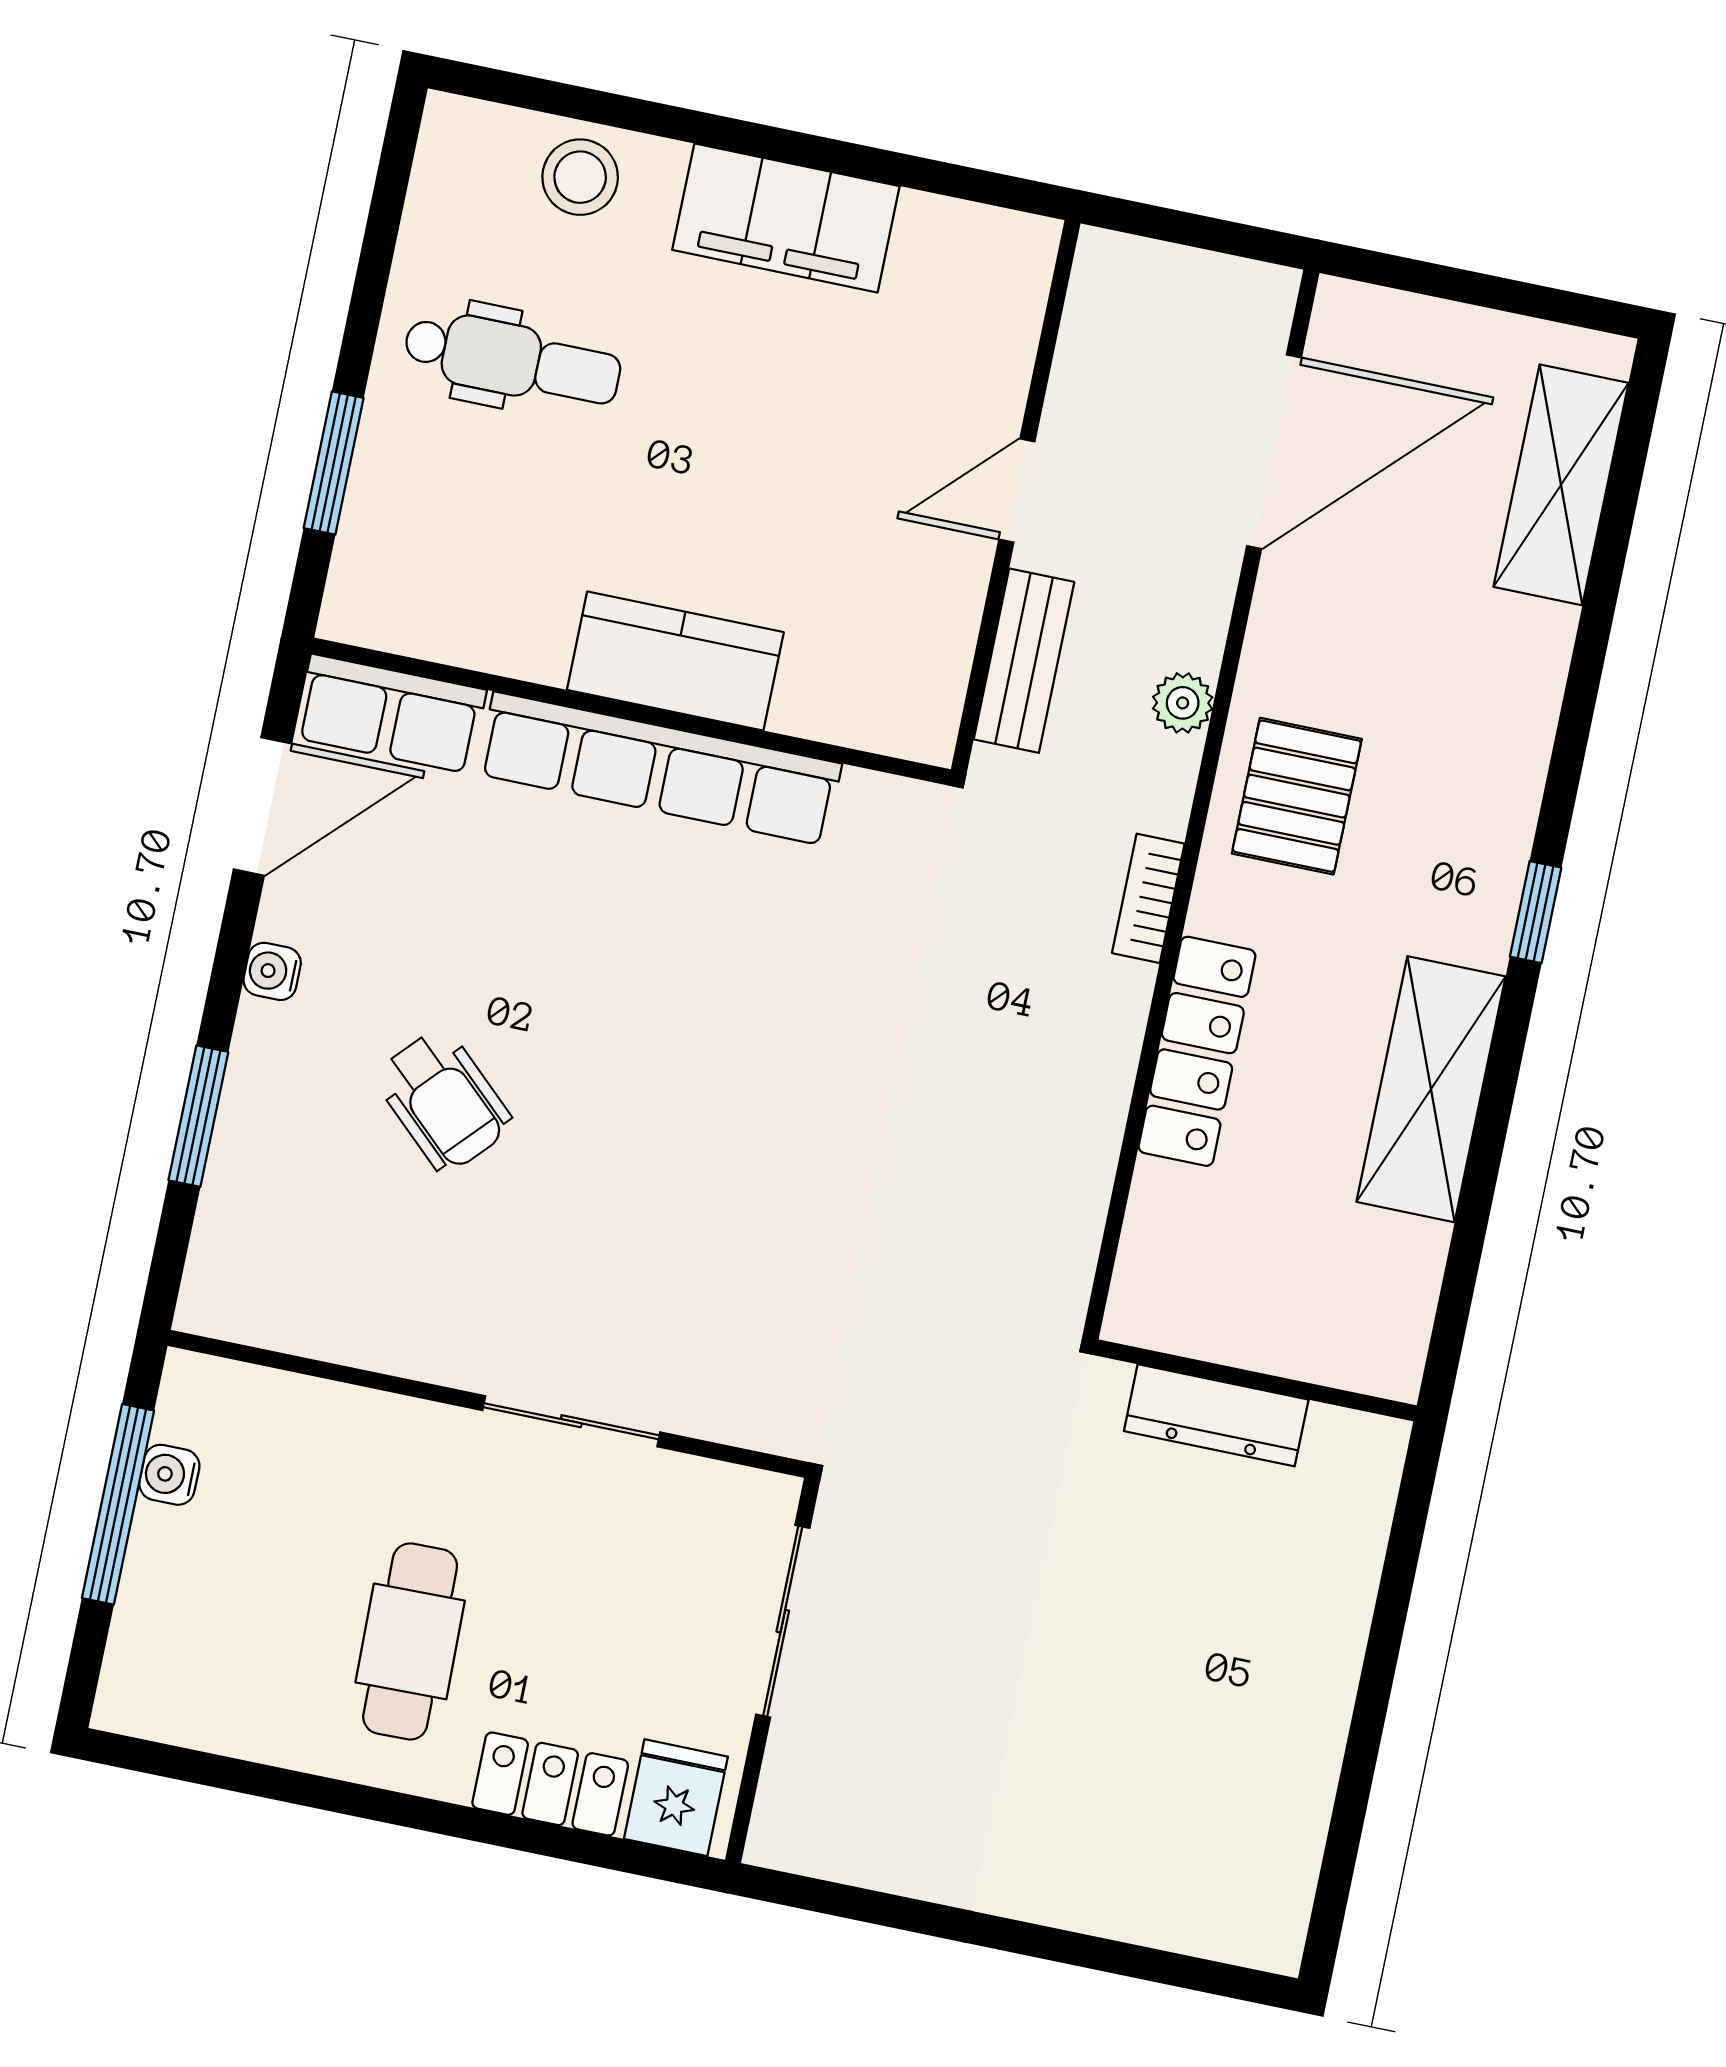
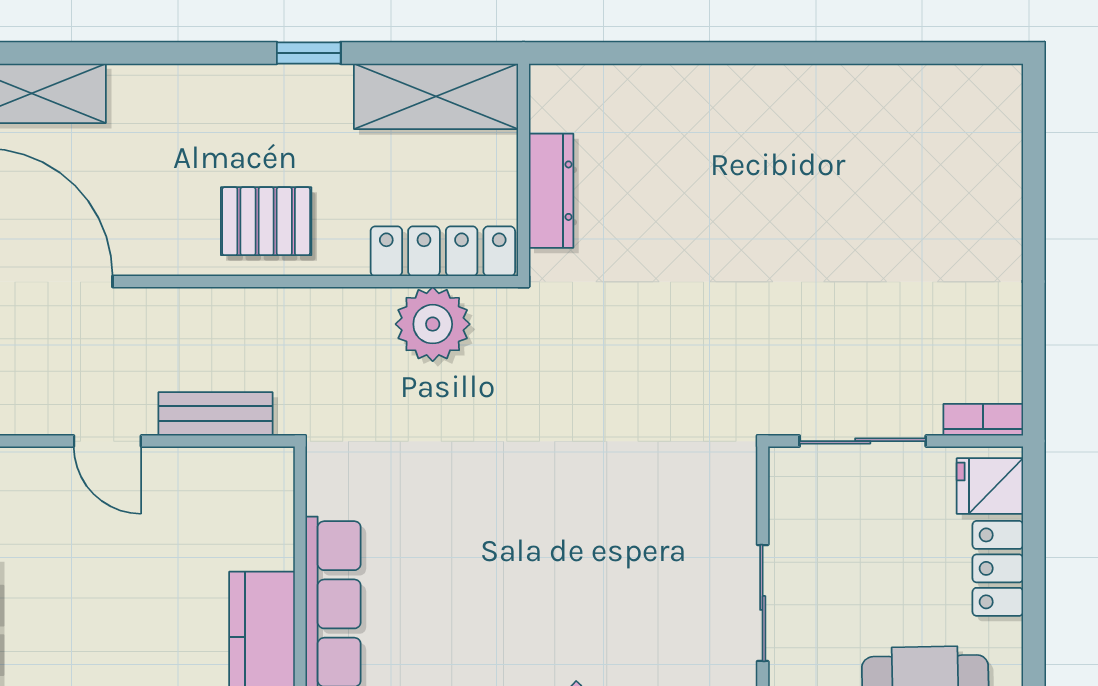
plant: (1183, 703) -> (433, 324), moved, width x1.87, depth x1.87
bookcase: (1148, 898) -> (983, 420), moved, turned 180
wall: (1256, 1380) -> (523, 170), moved
dresser: (1216, 1415) -> (551, 191), moved

